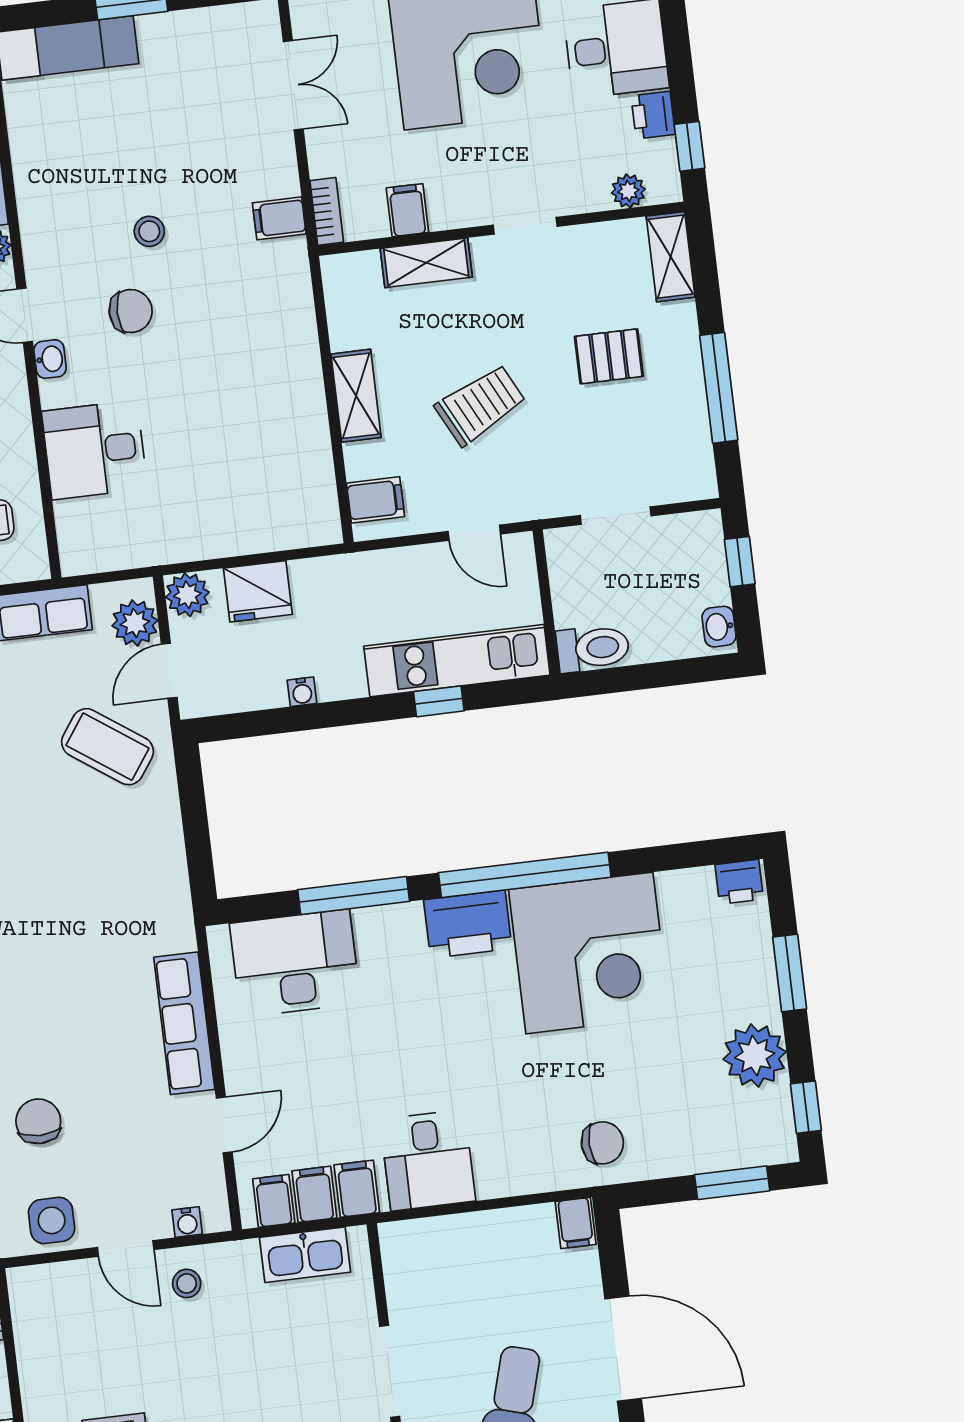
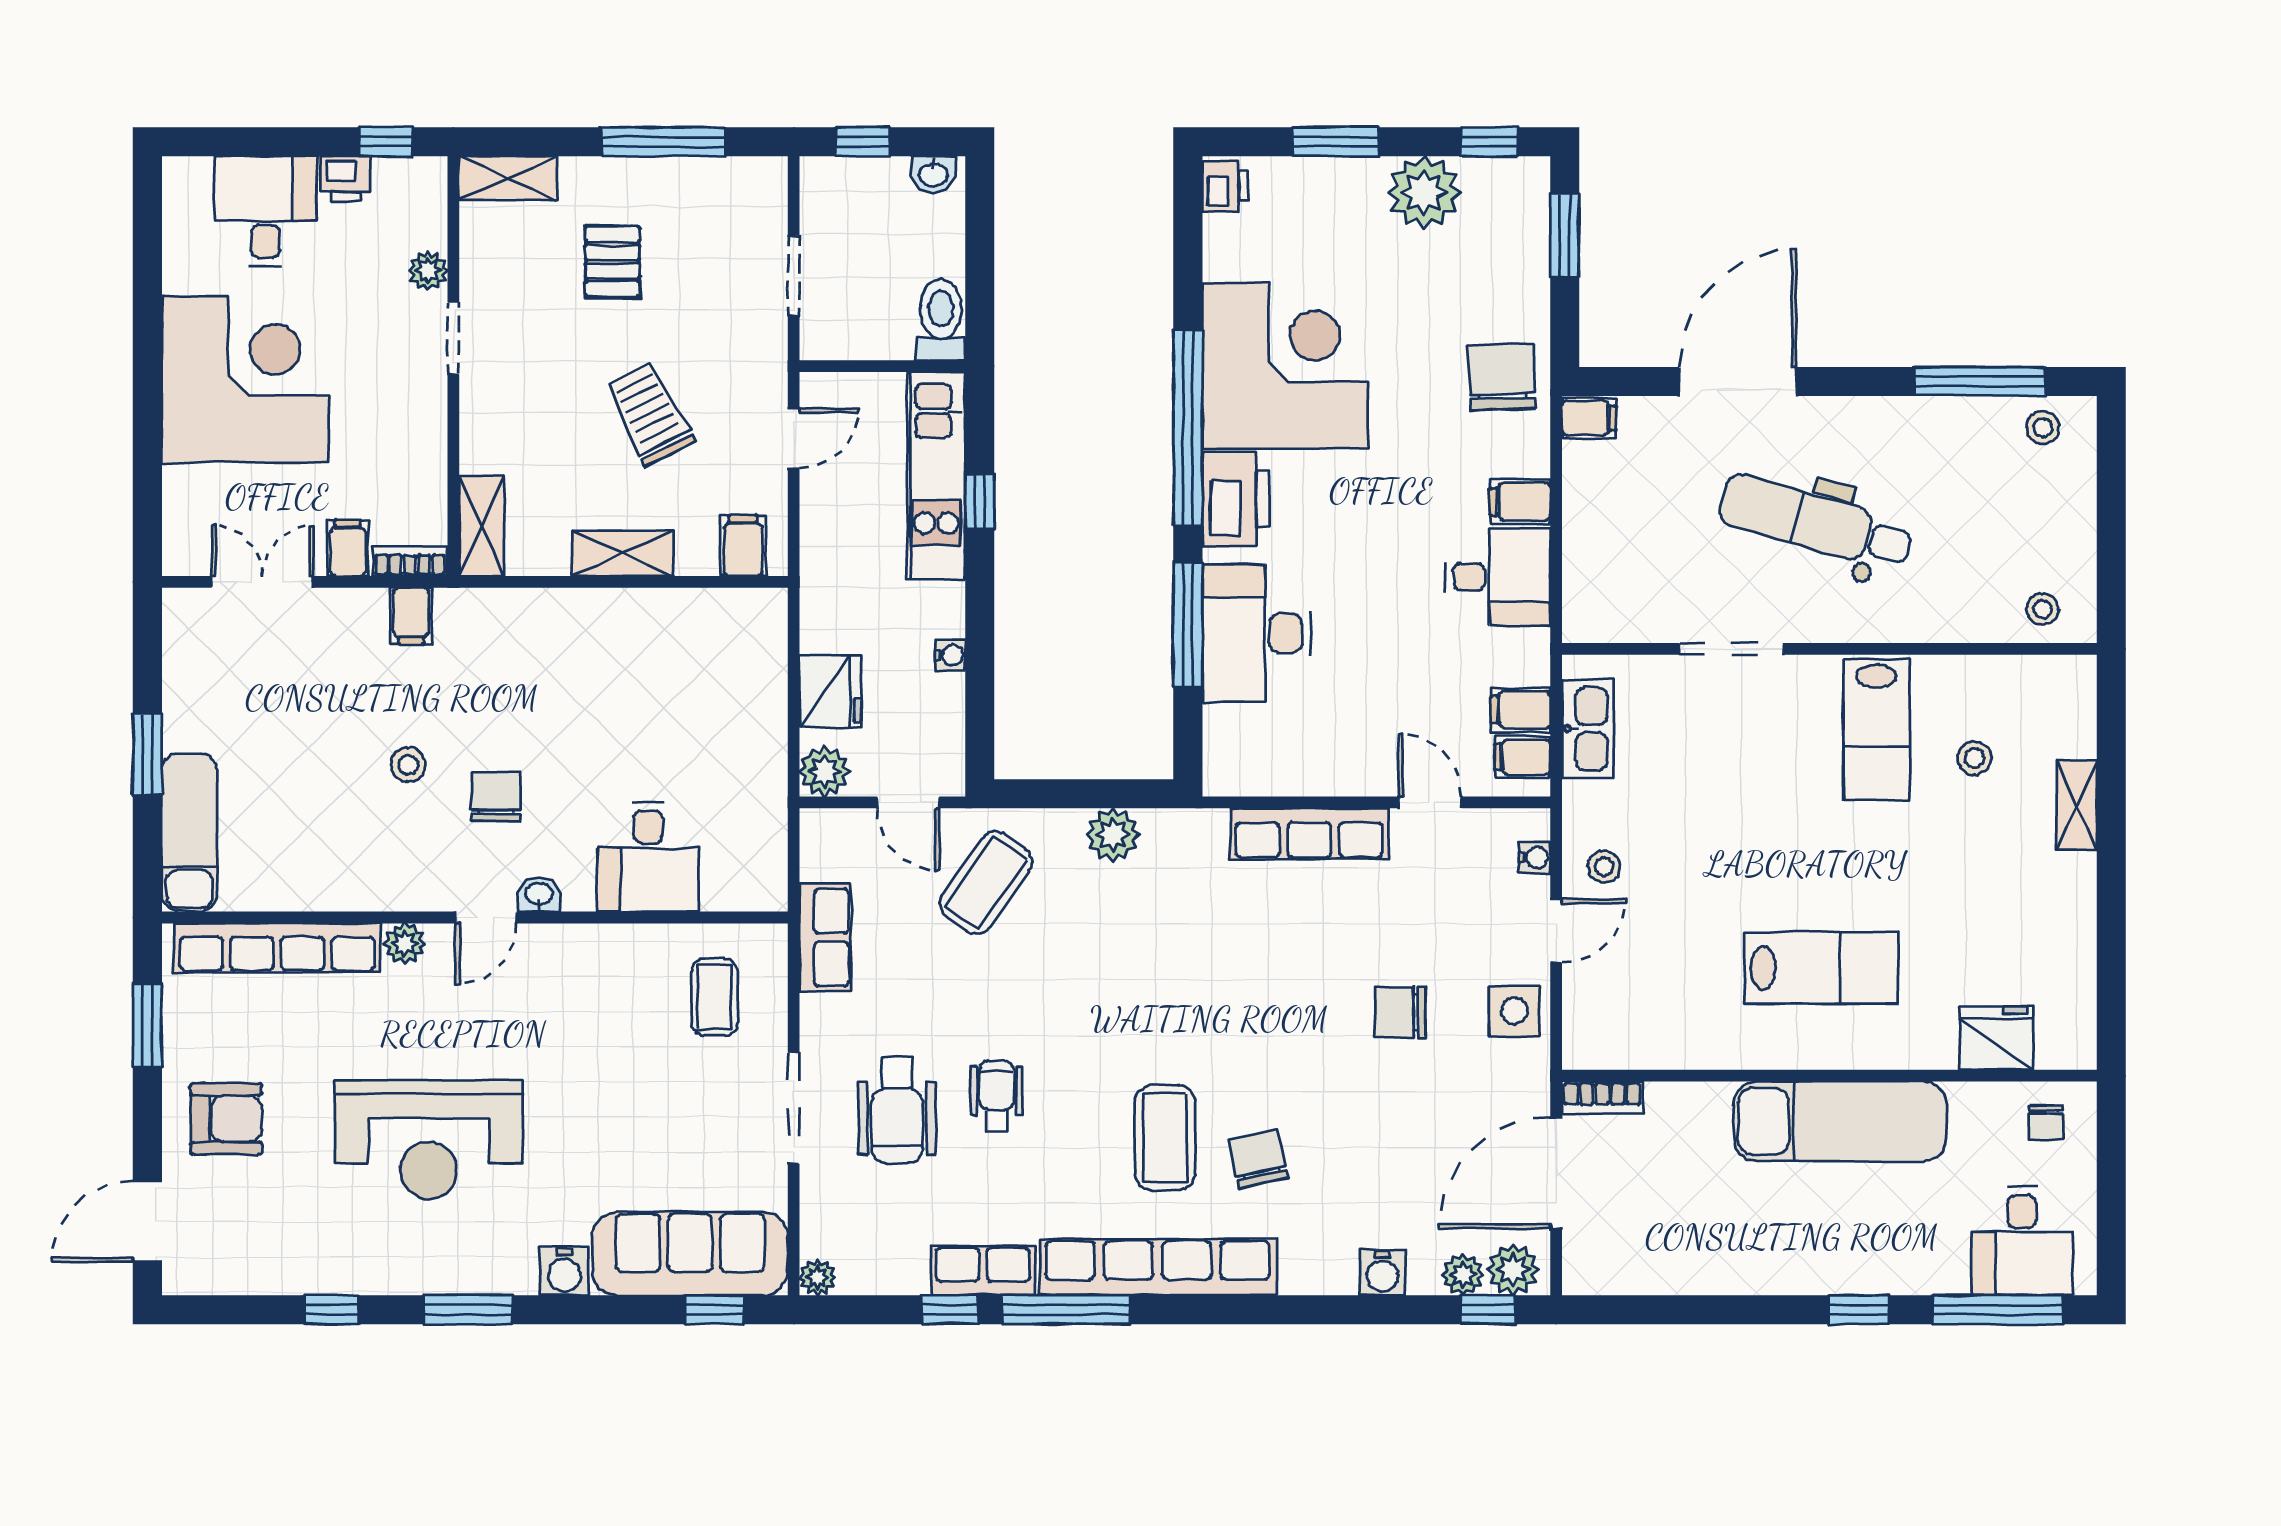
plant: (628, 191) -> (428, 271), moved
filing cabinet: (407, 210) -> (348, 548), moved, turned 90
shelving: (426, 263) -> (482, 526), moved
plant: (135, 623) -> (1113, 835), moved
desk: (295, 963) -> (1256, 633), moved
chair: (602, 1143) -> (1502, 377), width x1.37, depth x1.37
filing cabinet: (357, 1189) -> (1520, 501), moved

